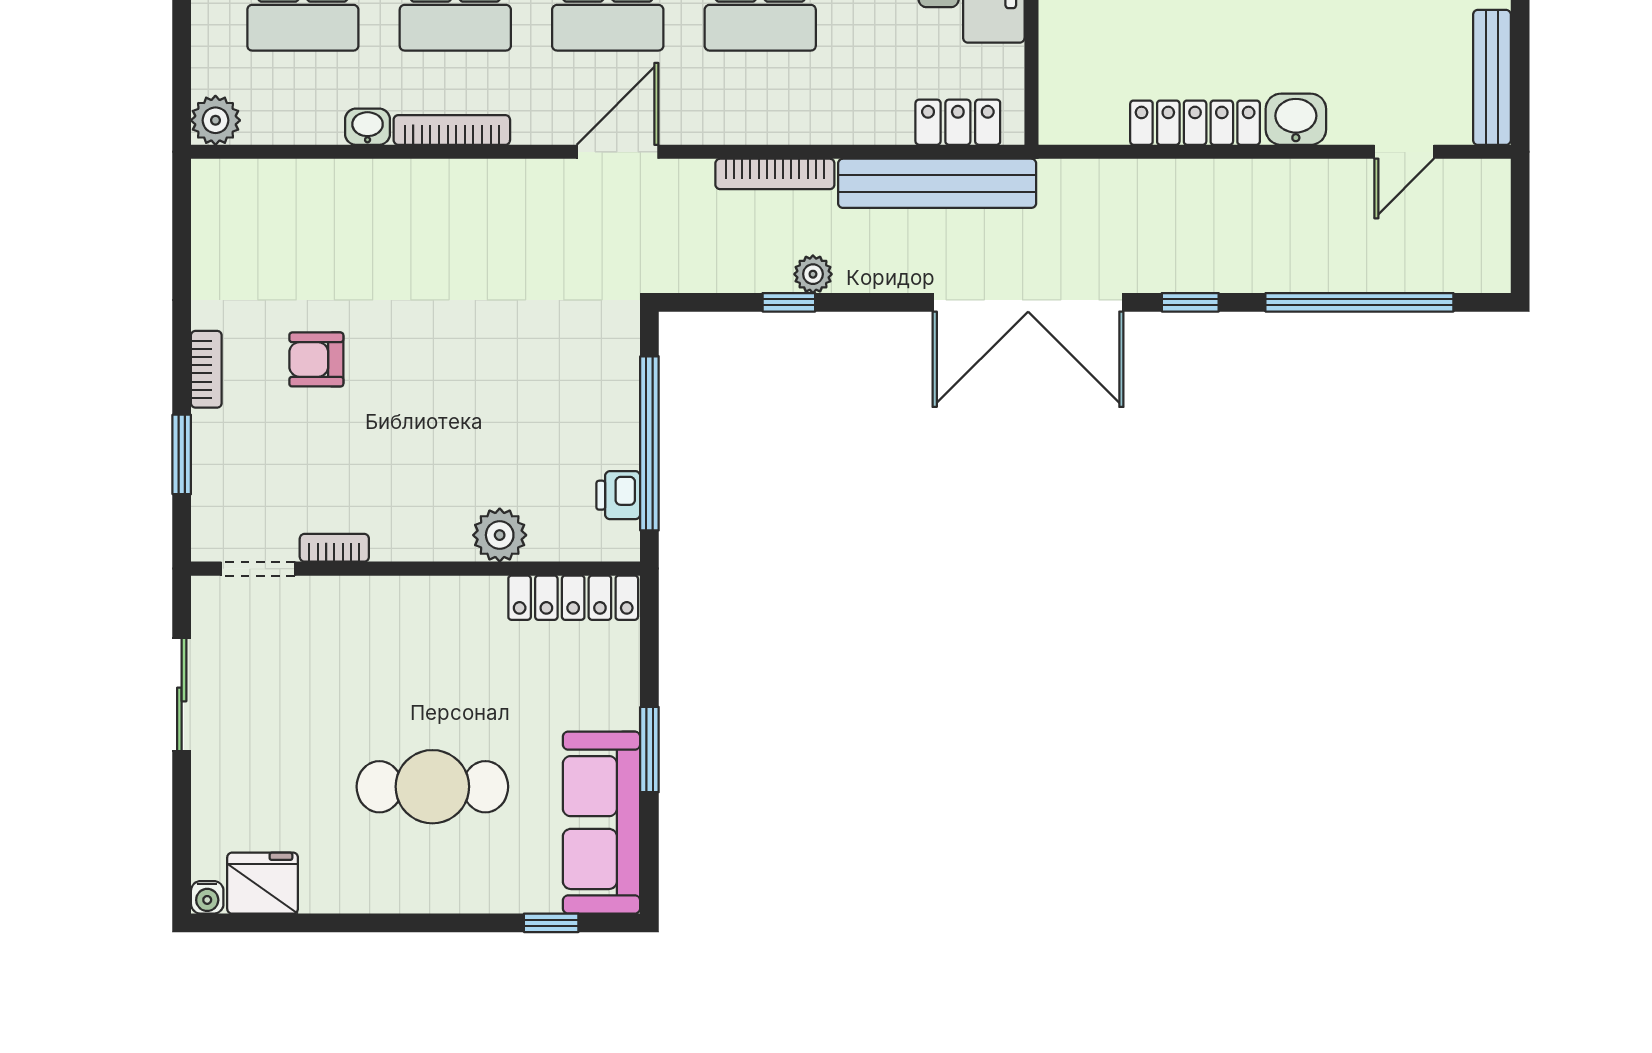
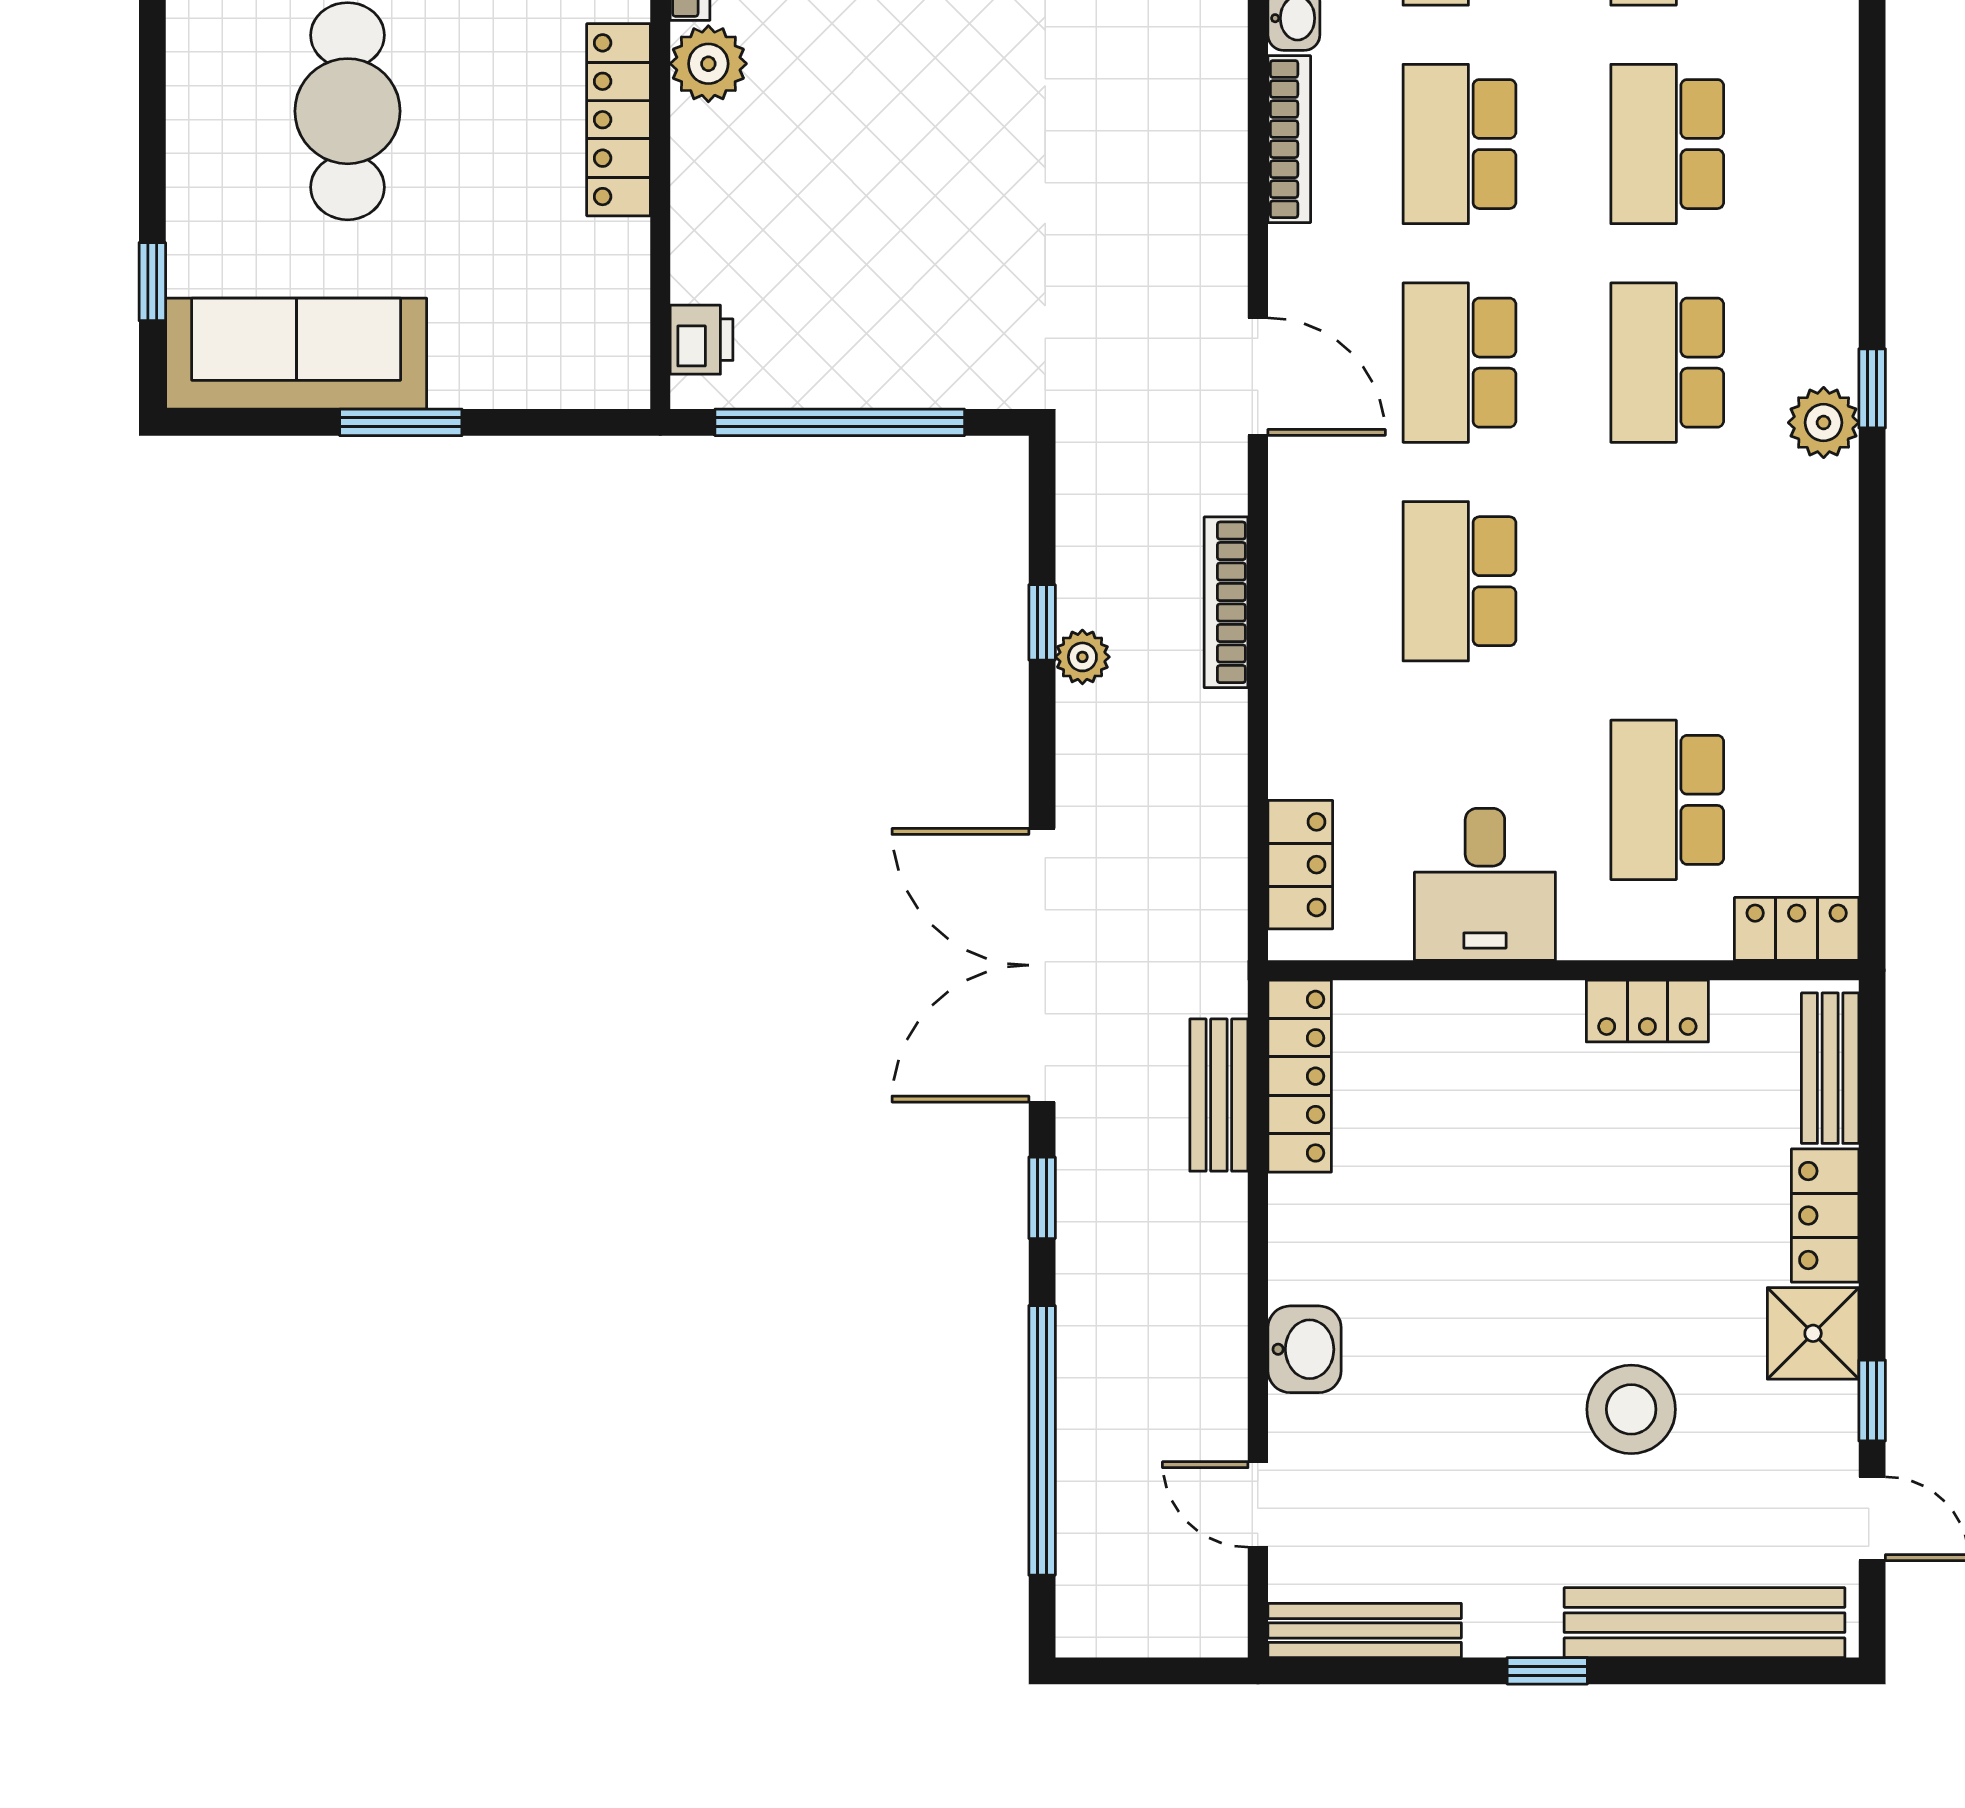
locker: (1195, 123) -> (1300, 1076), moved
bench: (937, 183) -> (1219, 1095), moved, width x0.54, depth x0.82
printer: (618, 495) -> (702, 340), moved, turned 90
plant: (500, 535) -> (708, 64), moved
locker: (573, 598) -> (619, 120), moved

